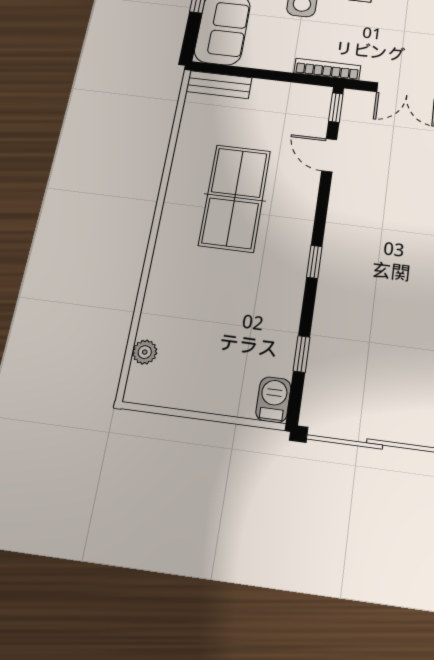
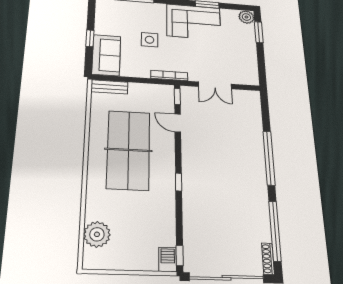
table tennis table: (235, 198) -> (128, 150), width x1.36, depth x1.32
plant: (145, 352) -> (97, 234), width x1.87, depth x1.87
window: (302, 354) -> (180, 256), moved

